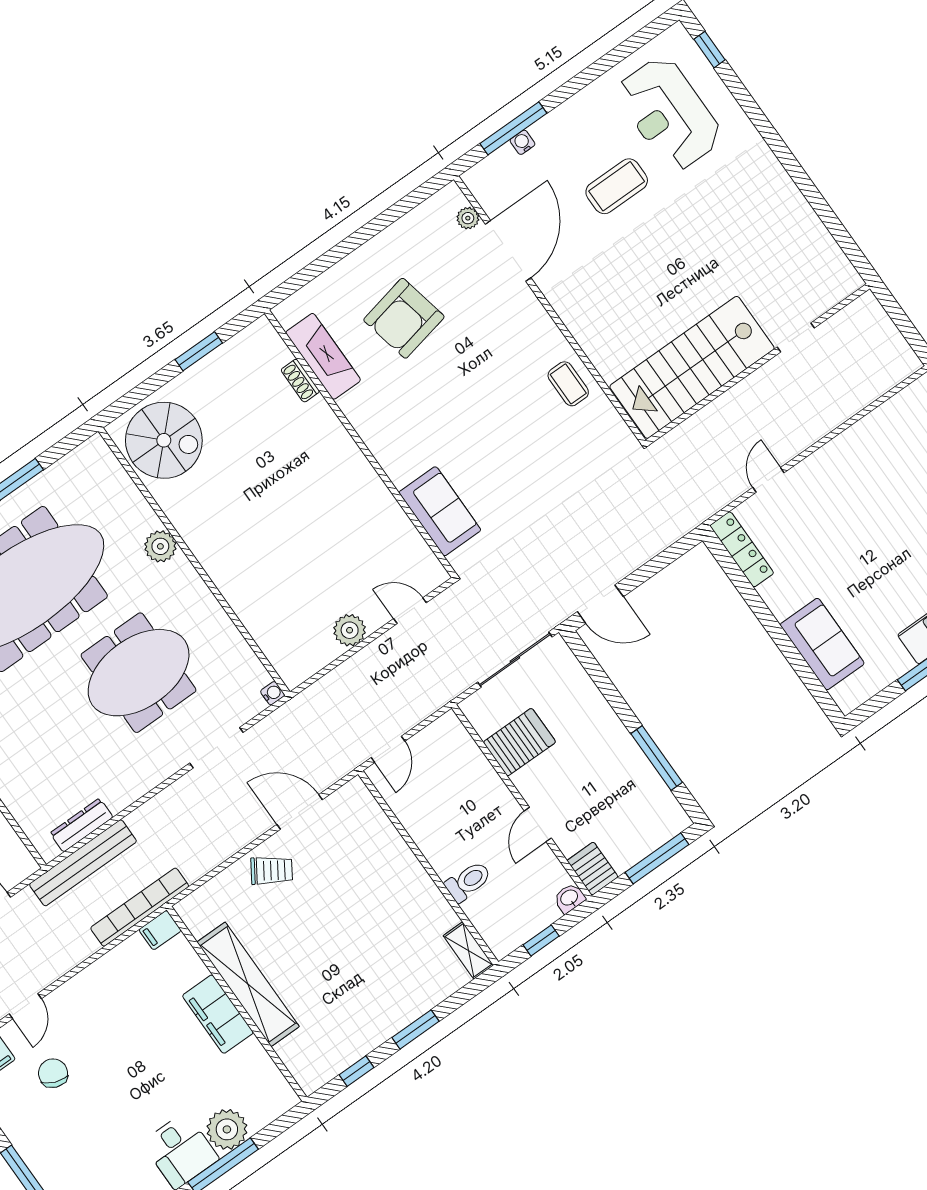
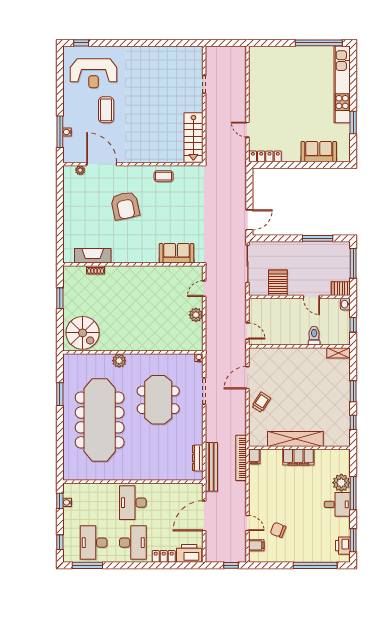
armchair: (404, 318) -> (125, 206), moved
stairs: (692, 367) -> (193, 137), width x0.73, depth x0.66
spiral stairs: (164, 440) -> (83, 333), turned 90

